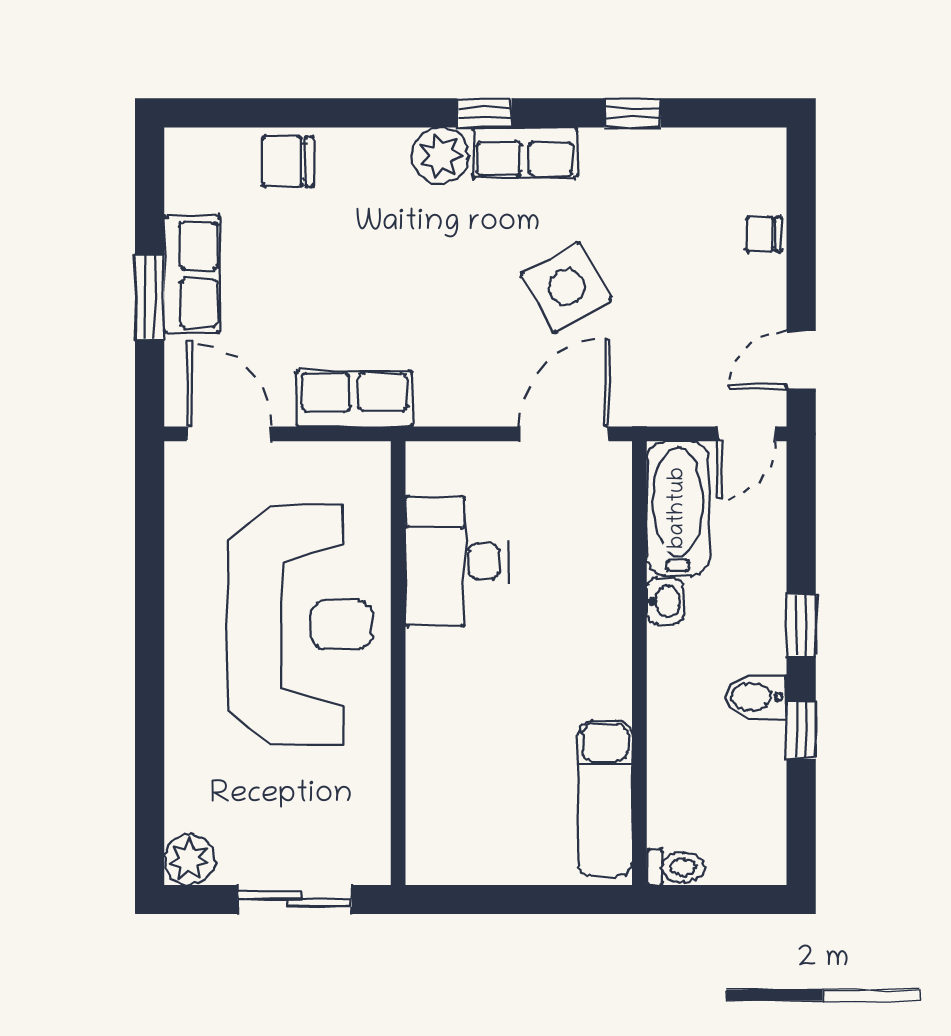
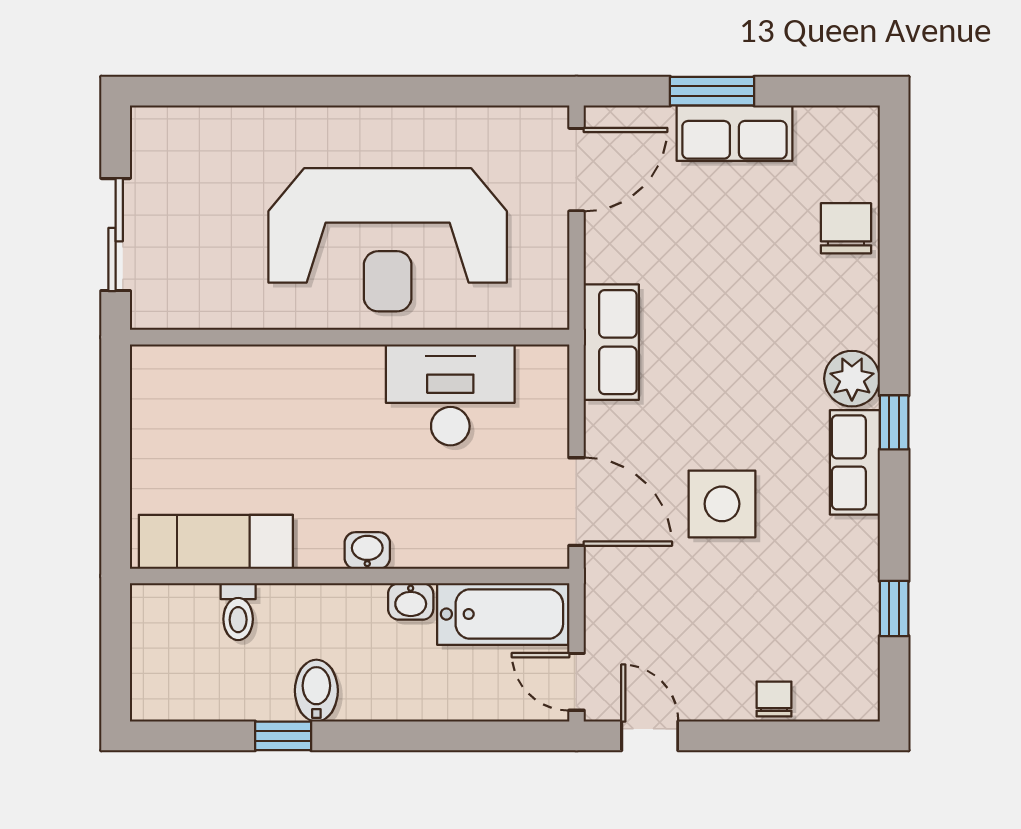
window: (632, 113) -> (894, 608), moved
side table: (567, 287) -> (722, 504), turned 30
row of seats: (354, 399) -> (611, 342), moved
window: (801, 625) -> (387, 736), removed
washbasin: (614, 645) -> (367, 550), added
plant: (189, 860) -> (155, 131), removed
toilet: (675, 867) -> (238, 612), moved

